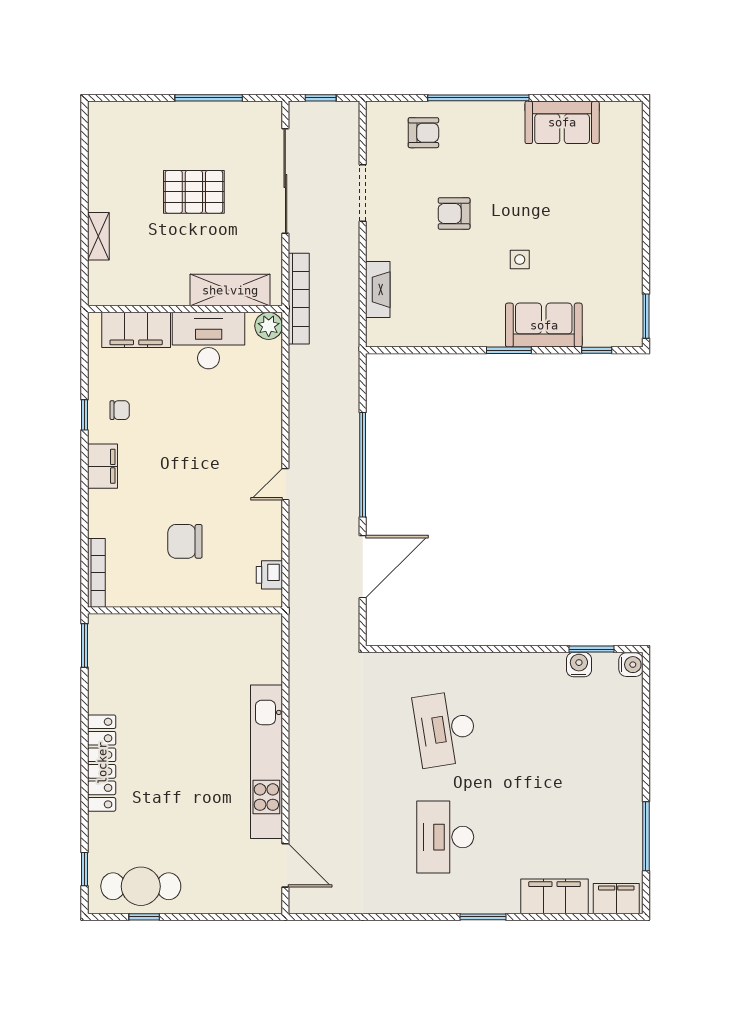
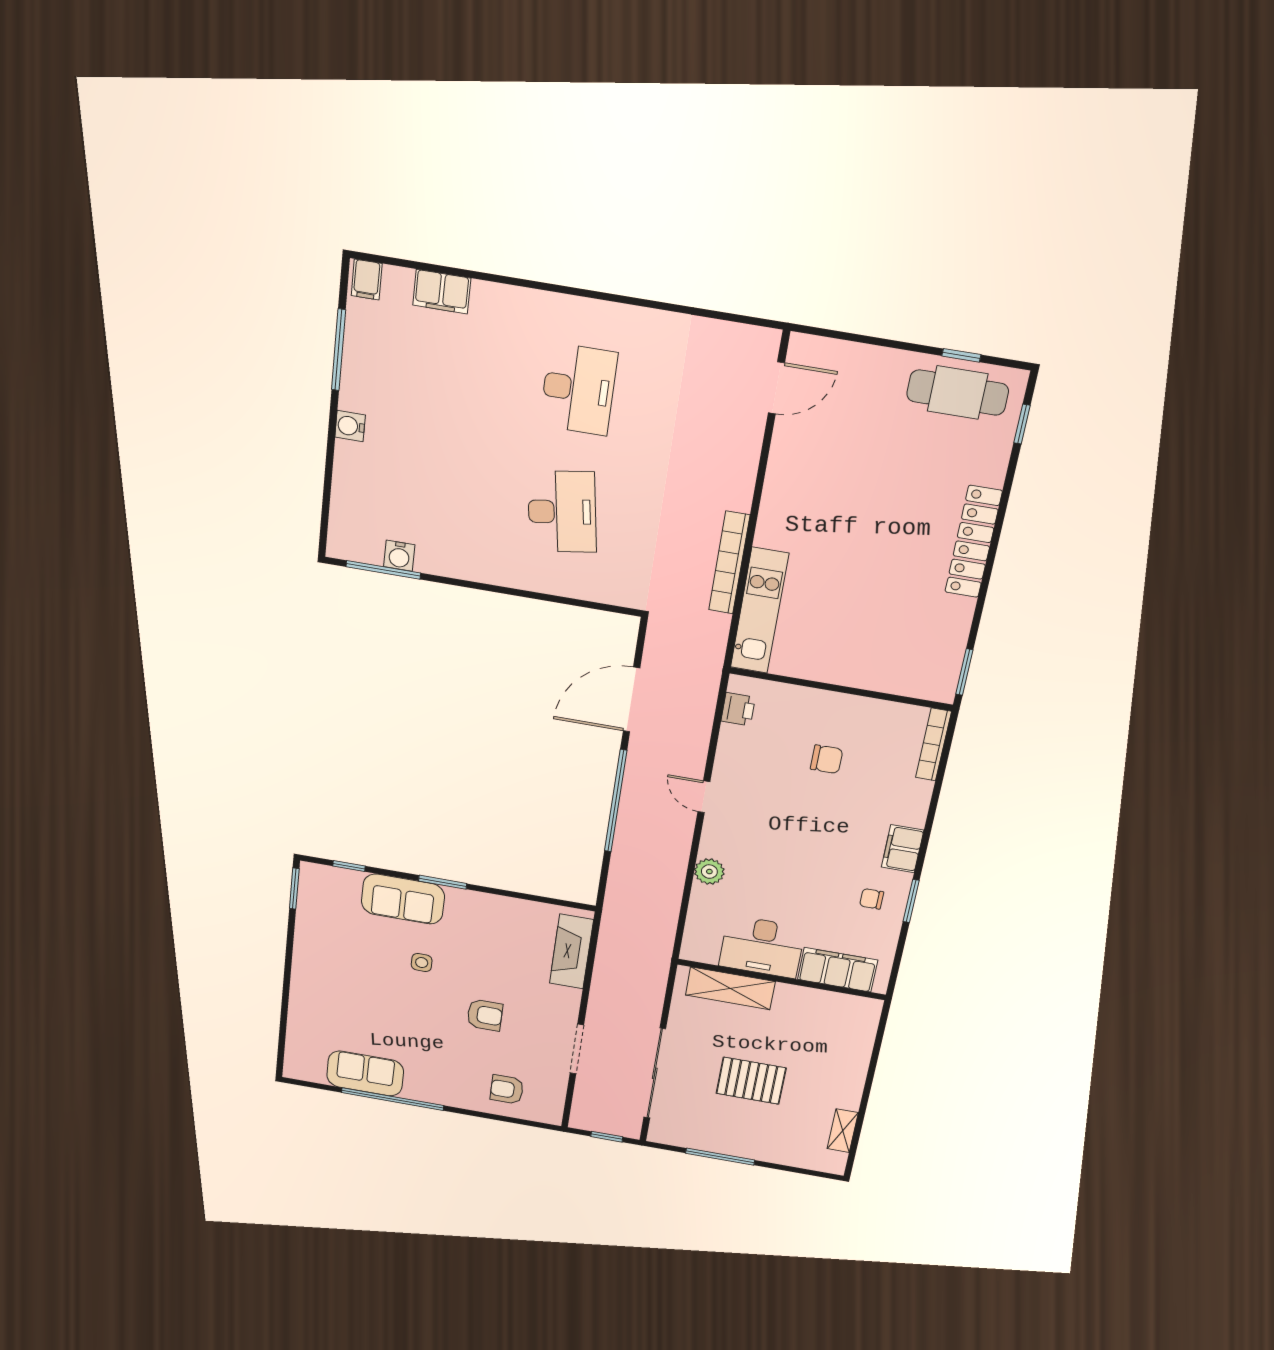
window: (478, 98) -> (393, 1099), moved
shelving: (98, 236) -> (843, 1131), moved
fireplace: (378, 290) -> (571, 952), width x1.37, depth x1.32
bookcase: (299, 299) -> (729, 563), moved
plant: (269, 326) -> (709, 872), moved
window: (85, 415) -> (911, 901), width x1.50
door: (285, 484) -> (704, 797), swing flipped
chair: (185, 541) -> (827, 759), width x0.73, depth x0.73
window: (591, 649) -> (383, 570), width x1.44
water cooler: (631, 665) -> (350, 426), moved
kitchen unit: (266, 762) -> (759, 611), moved, width x0.73
door: (285, 865) -> (776, 388), swing flipped
filing cabinet: (555, 896) -> (442, 292), width x0.67, depth x0.86
filing cabinet: (616, 899) -> (367, 280), width x0.50
window: (483, 917) -> (545, 287), removed

